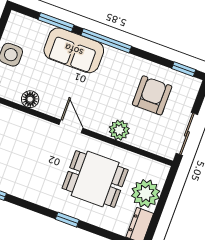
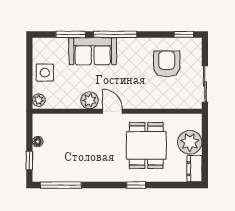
floor lamp: (30, 99) -> (73, 102), removed
plant: (119, 130) -> (90, 100), moved
dining table: (95, 179) -> (146, 145), turned 90

